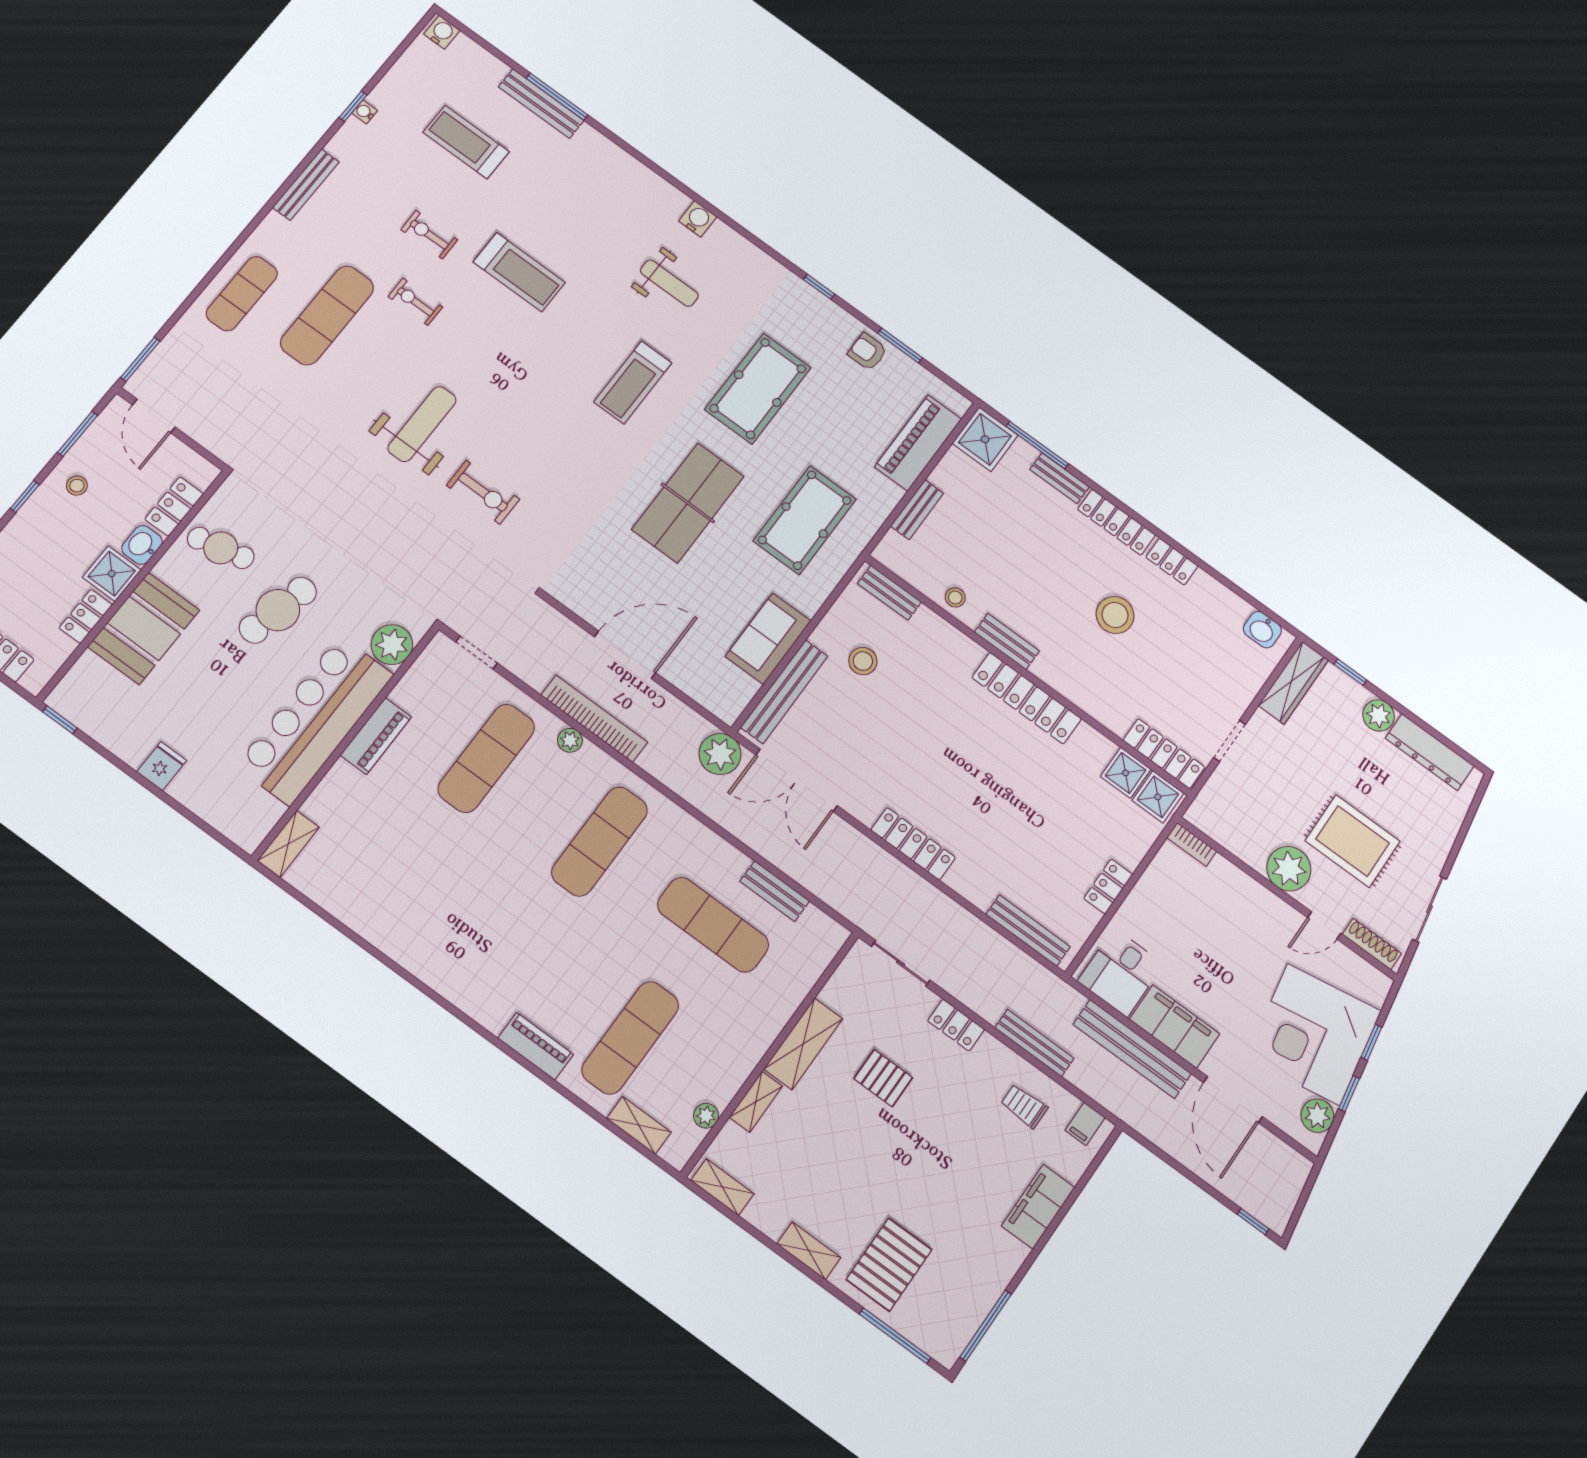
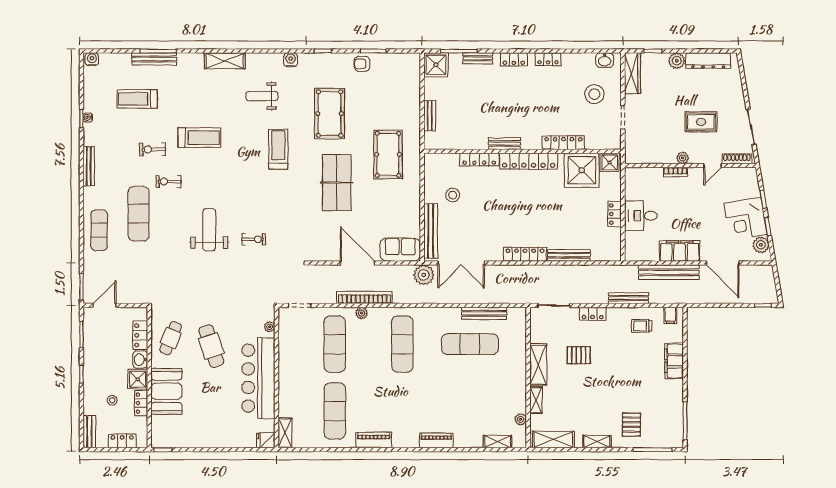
shelving: (651, 188) -> (225, 61), added
water cooler: (698, 219) -> (291, 60), moved
weight bench: (669, 283) -> (262, 96), turned 180
treadmill: (633, 382) -> (278, 149), turned 180
door: (154, 416) -> (105, 305), swing flipped
piano: (918, 443) -> (410, 87), removed
stool: (77, 486) -> (112, 400), moved
exercise bike: (483, 492) -> (254, 239), width x0.73, depth x0.72
locker: (1116, 522) -> (514, 59), width x0.66
cafe table: (221, 548) -> (171, 338), turned -54
bench: (889, 593) -> (443, 159), removed
stool: (955, 597) -> (471, 141), removed
cafe table: (278, 610) -> (211, 346), turned -31
stool: (1115, 615) -> (594, 94), moved
locker: (948, 637) -> (479, 159), added
sofa: (768, 639) -> (400, 250), moved, turned 90
plant: (392, 645) -> (270, 327), width x0.53, depth x0.53
door: (625, 655) -> (358, 263), hinge flipped
piano: (376, 736) -> (374, 440), moved, turned -90
locker: (1164, 754) -> (563, 143), moved
fridge: (162, 766) -> (266, 440), moved, turned -90
shower: (1126, 773) -> (582, 170), width x1.86, depth x1.86
rug: (1353, 841) -> (701, 122), width x0.73, depth x0.70
bookcase: (1192, 845) -> (675, 172), moved
plant: (1289, 869) -> (683, 158), width x0.53, depth x0.53
bench: (775, 891) -> (484, 313), width x1.36
bench: (1028, 930) -> (569, 255), moved
desk: (1121, 973) -> (641, 216), moved, turned 90
corner desk: (1314, 1034) -> (746, 219), width x0.74, depth x0.74
exercise mat: (630, 1038) -> (335, 411), moved
shelving: (722, 1187) -> (553, 440), width x1.50, depth x1.33
pallet: (889, 1265) -> (631, 425), width x0.67, depth x0.71

